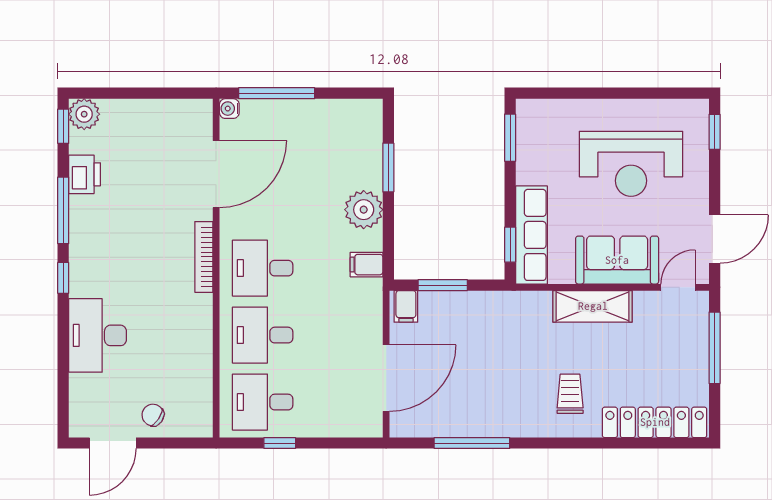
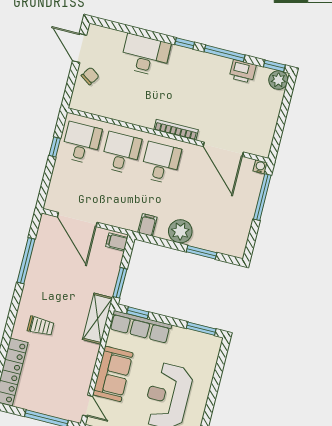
window: (443, 285) -> (120, 283), moved
shelving: (593, 306) -> (98, 319), moved

